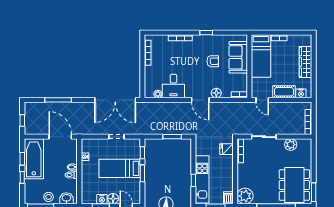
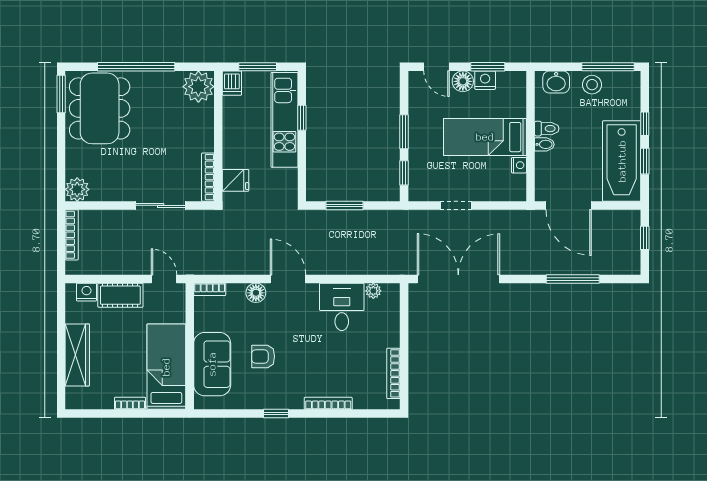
plant: (291, 145) -> (77, 189), moved
bed: (120, 168) -> (485, 137), moved, turned 180

